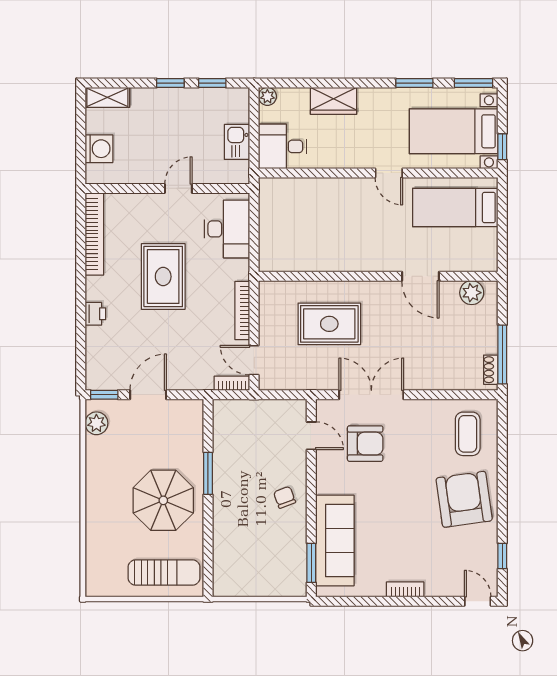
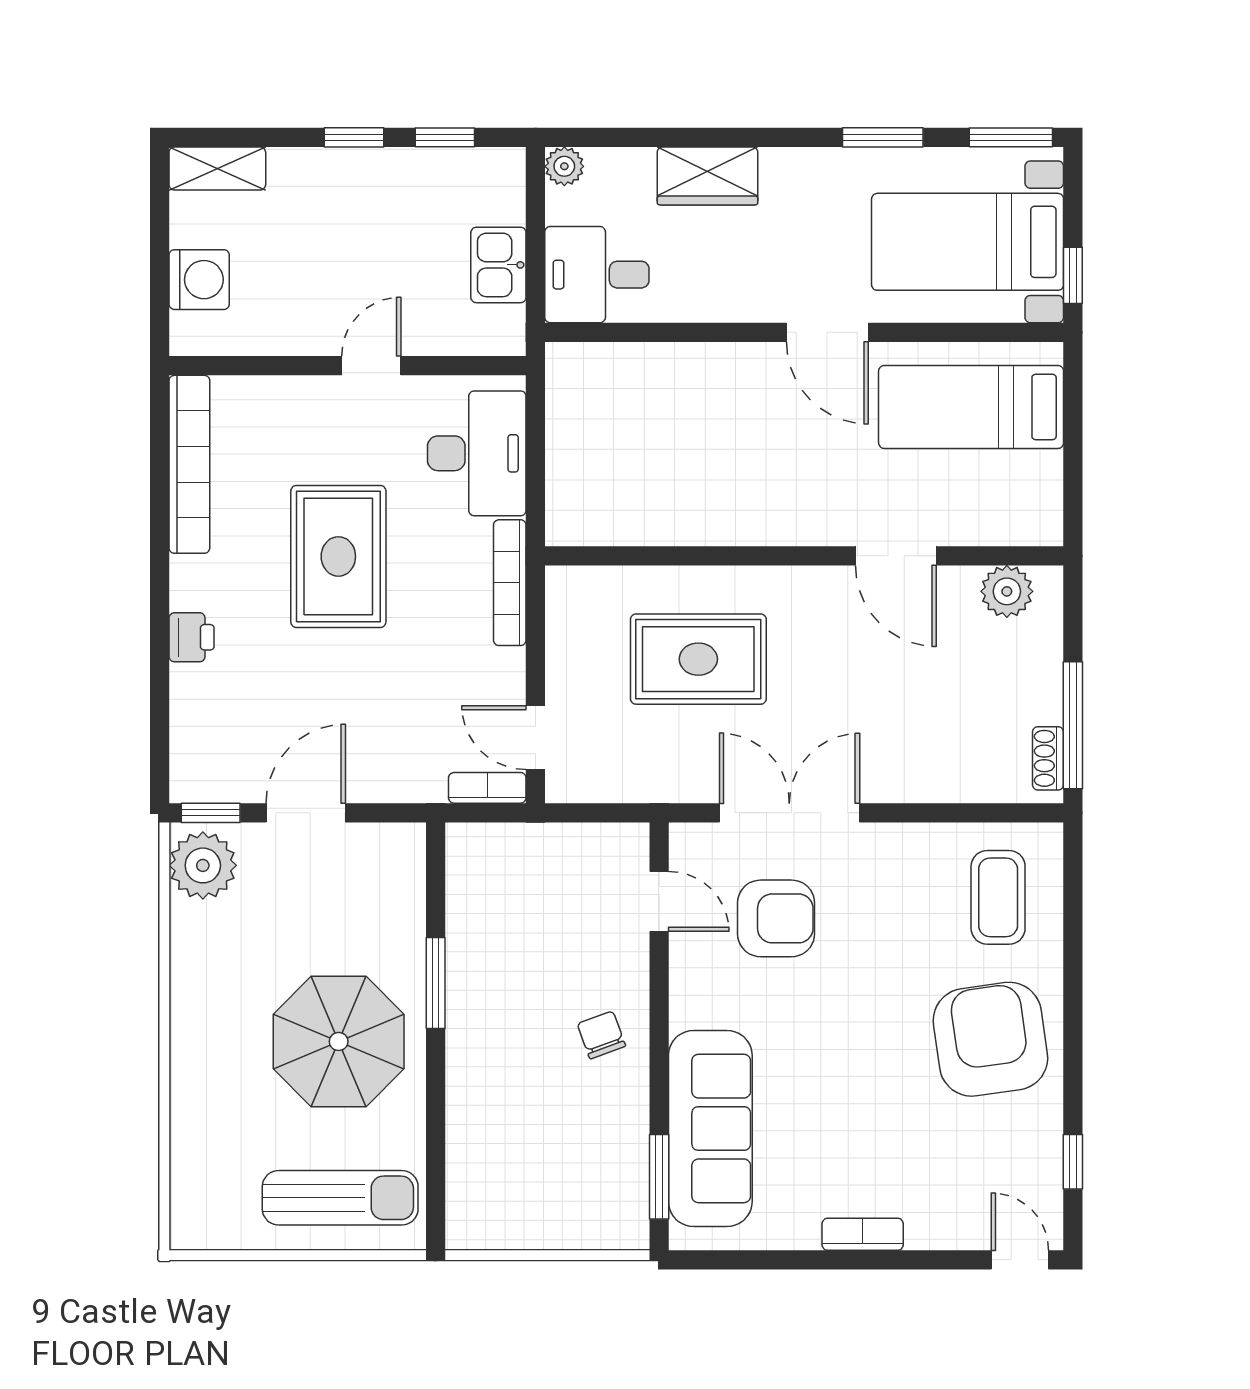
door: (389, 173) -> (827, 332), width x1.38
bookcase: (242, 311) -> (510, 583), moved
plant: (96, 423) -> (203, 865), width x1.36, depth x1.36

